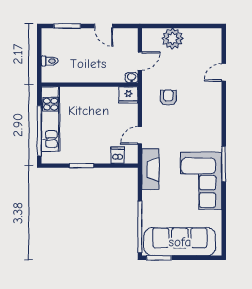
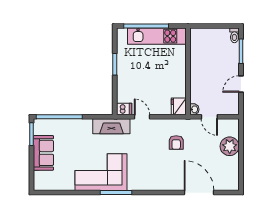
toilet: (50, 61) -> (234, 35), moved
door: (224, 72) -> (199, 193), width x1.87
armchair: (168, 98) -> (176, 143), turned 90
dishwasher: (118, 155) -> (124, 109), moved
sofa: (180, 242) -> (43, 153), width x0.54, depth x0.79

